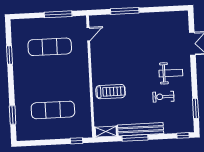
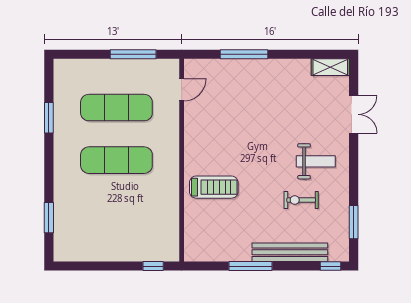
exercise mat: (53, 110) -> (116, 160), moved
bench: (141, 129) -> (290, 252), moved
shelving: (106, 132) -> (330, 67), moved

